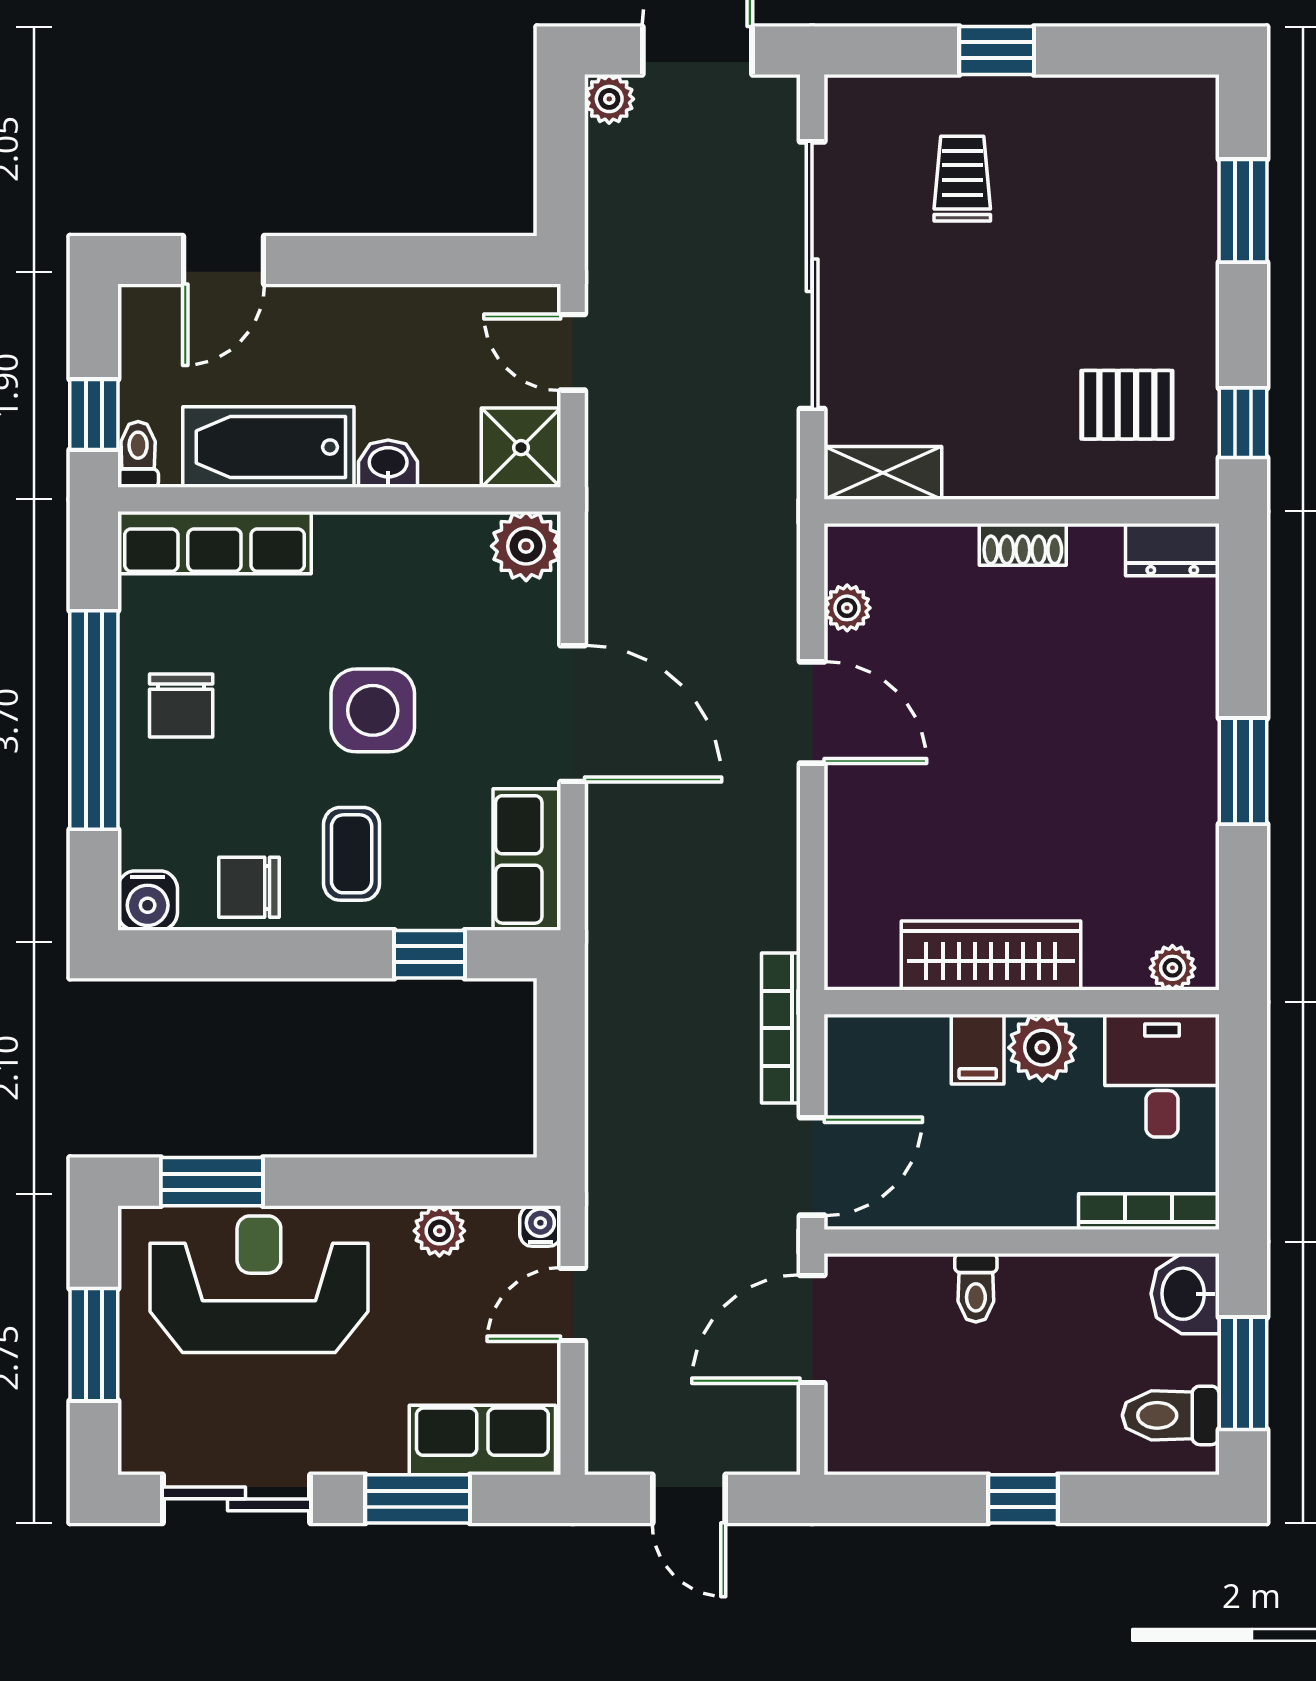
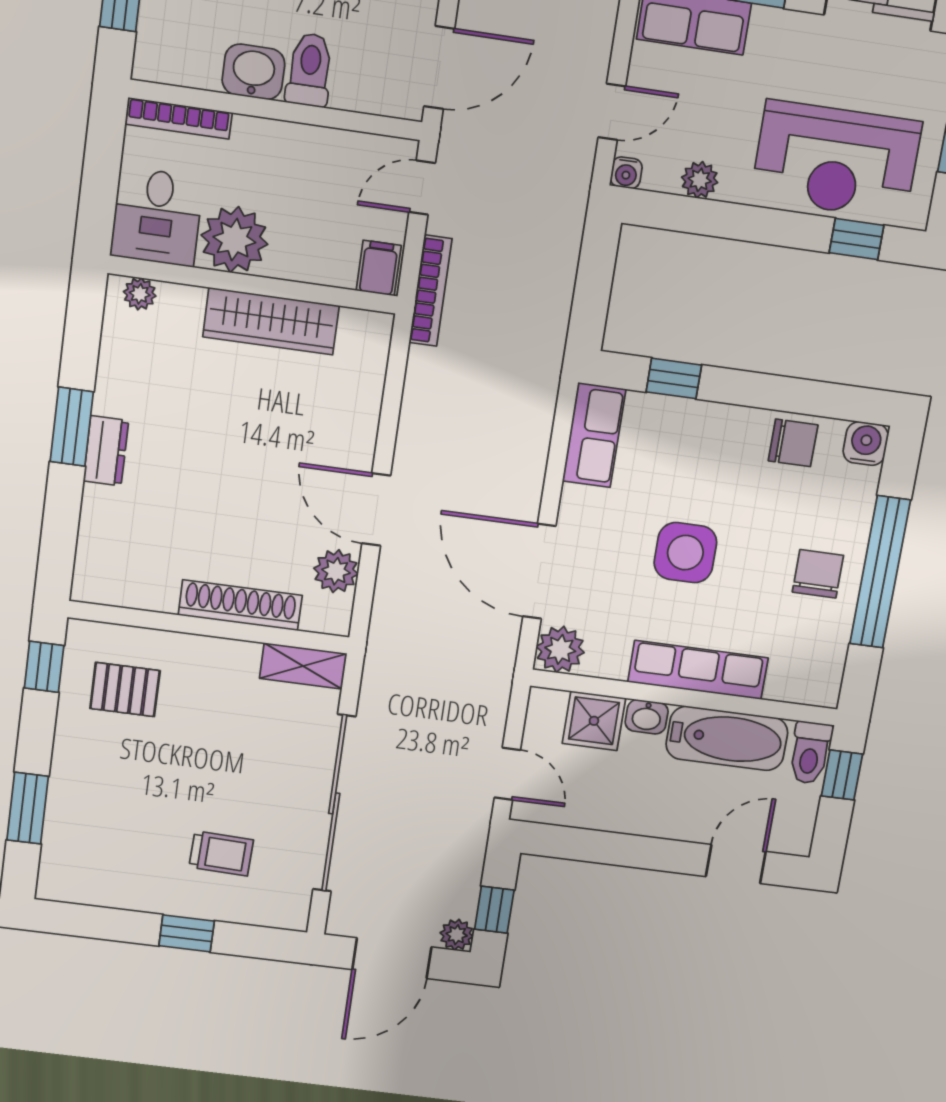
window: (561, 144) -> (494, 910), added
trolley: (962, 179) -> (221, 853), turned -88
shower: (521, 448) -> (594, 721), moved
toilet: (138, 454) -> (810, 753), width x1.37, depth x1.39
row of seats: (214, 543) -> (698, 670), moved
shoe rack: (1023, 544) -> (240, 605), width x1.94, depth x1.24
dresser: (1172, 550) -> (106, 451), moved, turned 90
plant: (847, 608) -> (336, 571), width x1.38, depth x1.38
door: (573, 714) -> (539, 571), moved
coffee table: (352, 854) -> (717, 456), removed
plant: (1042, 1048) -> (234, 240), width x1.36, depth x1.36
filing cabinet: (978, 1049) -> (379, 268), moved
door: (812, 1166) -> (422, 188), width x0.73
window: (212, 1182) -> (856, 239), width x0.67
toilet: (976, 1288) -> (310, 70), width x1.37, depth x1.39
washbasin: (1185, 1294) -> (253, 72), moved, turned -90

